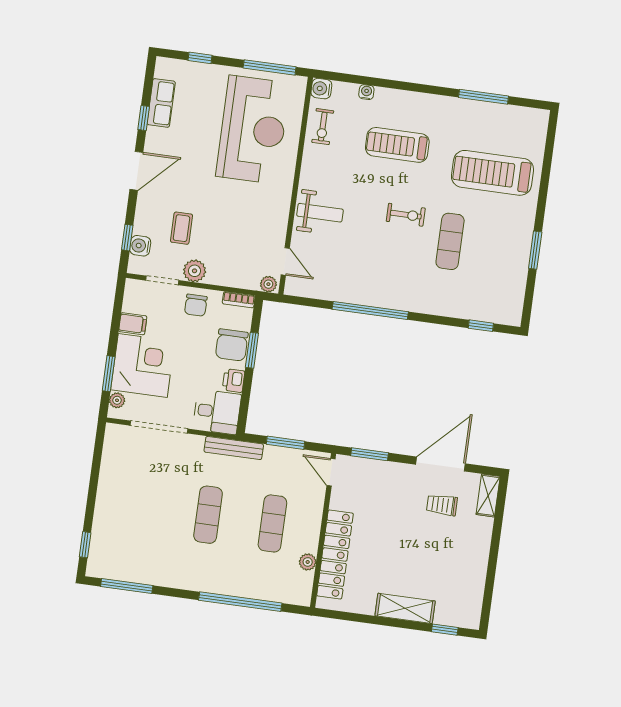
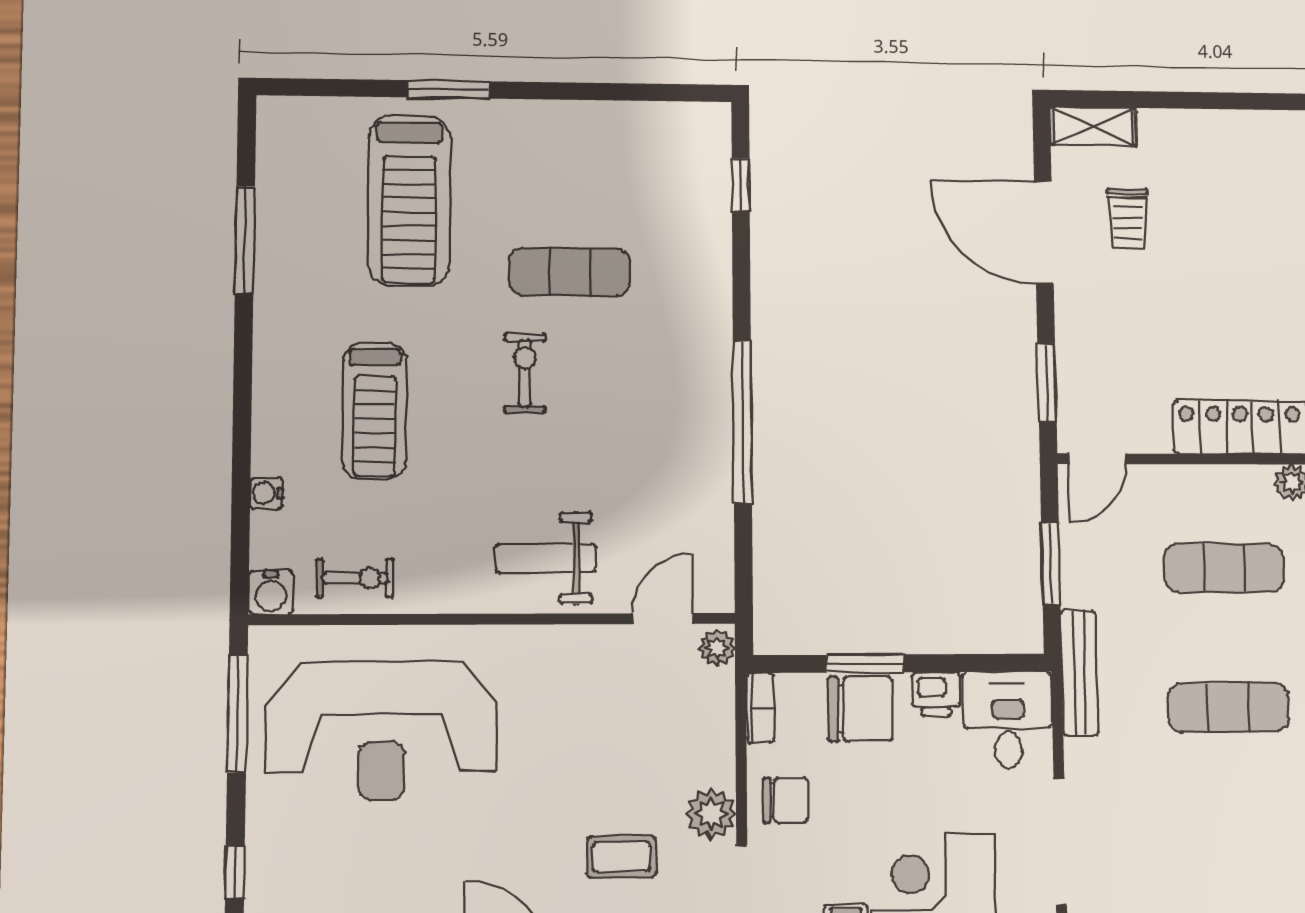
reception desk: (253, 130) -> (382, 731), turned 180
weight bench: (320, 213) -> (546, 558), turned -90
window: (535, 250) -> (449, 89), moved

